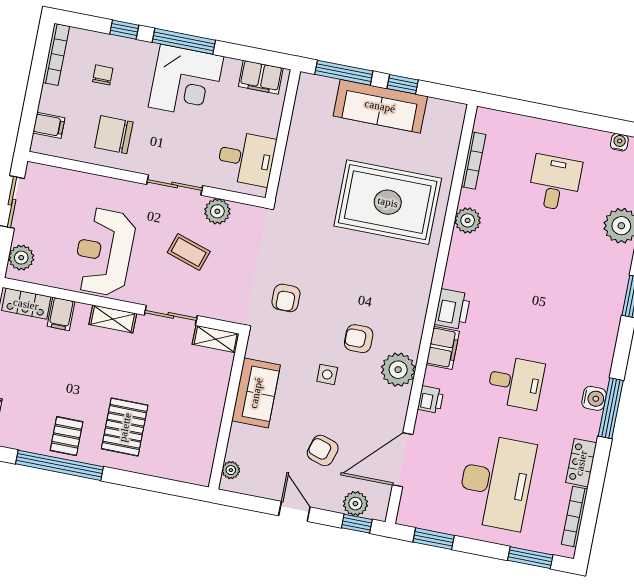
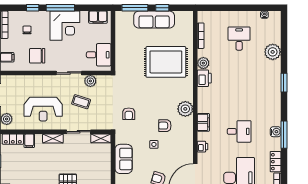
reception desk: (104, 252) -> (43, 109), turned -90
printer: (452, 309) -> (204, 78), moved
plant: (398, 370) -> (185, 109), moved

